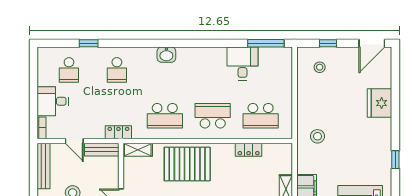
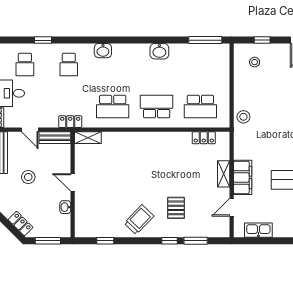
washbasin: (166, 55) -> (103, 51), moved
washbasin: (216, 55) -> (159, 51), added
desk: (242, 63) -> (184, 59), removed
stool: (318, 136) -> (243, 117), moved
locker: (249, 150) -> (204, 138), moved
pallet: (187, 164) -> (133, 151), removed

